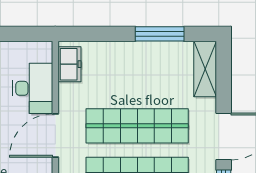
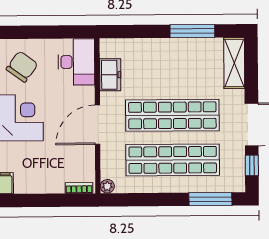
freezer: (69, 64) -> (110, 75), moved
desk: (33, 88) -> (76, 62), moved

